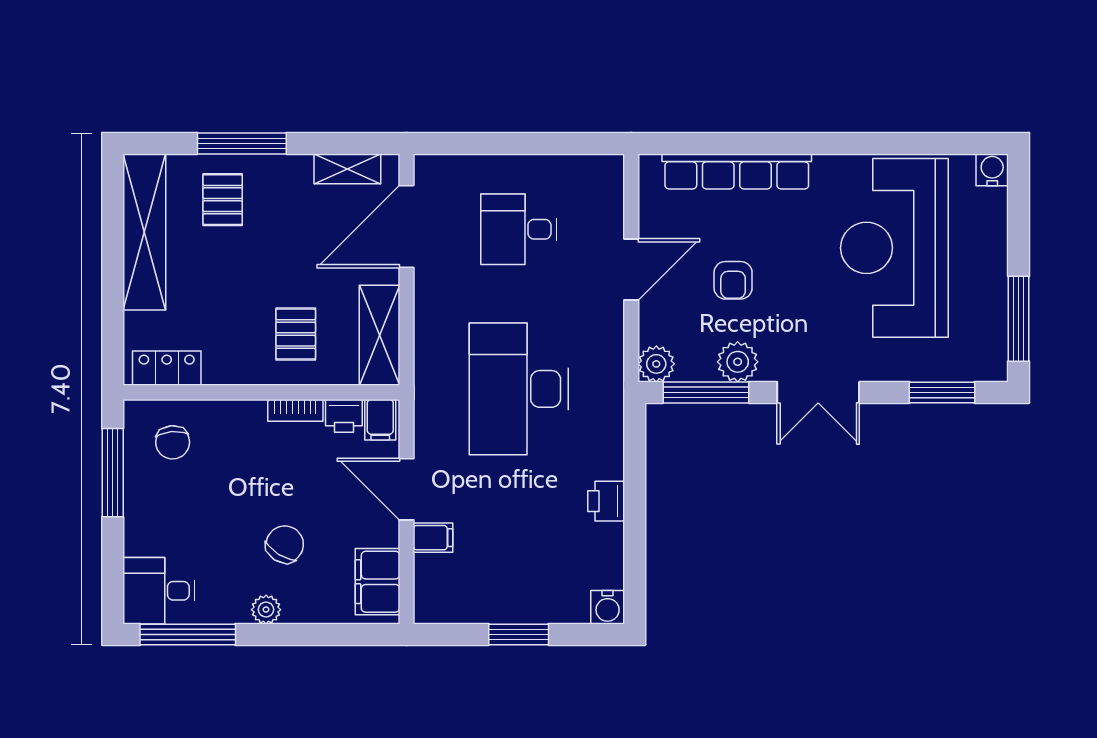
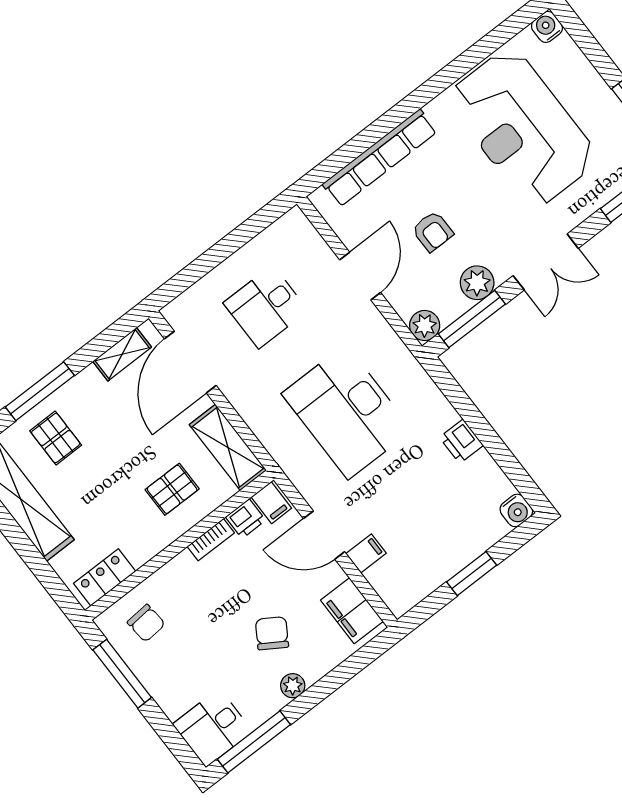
pallet: (296, 334) -> (172, 489), turned 90

